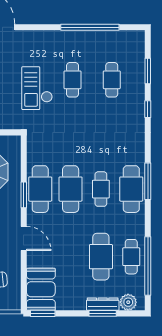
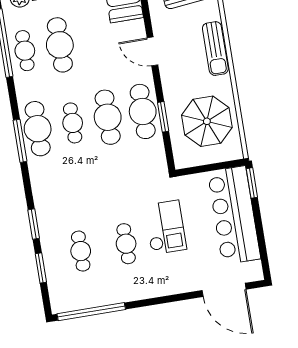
window: (90, 27) -> (91, 312), moved
window: (148, 109) -> (34, 224), width x1.50
window: (24, 195) -> (163, 117), moved

